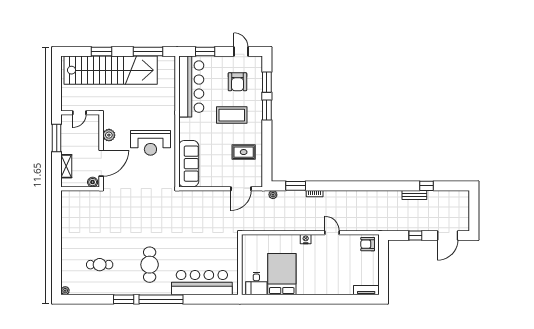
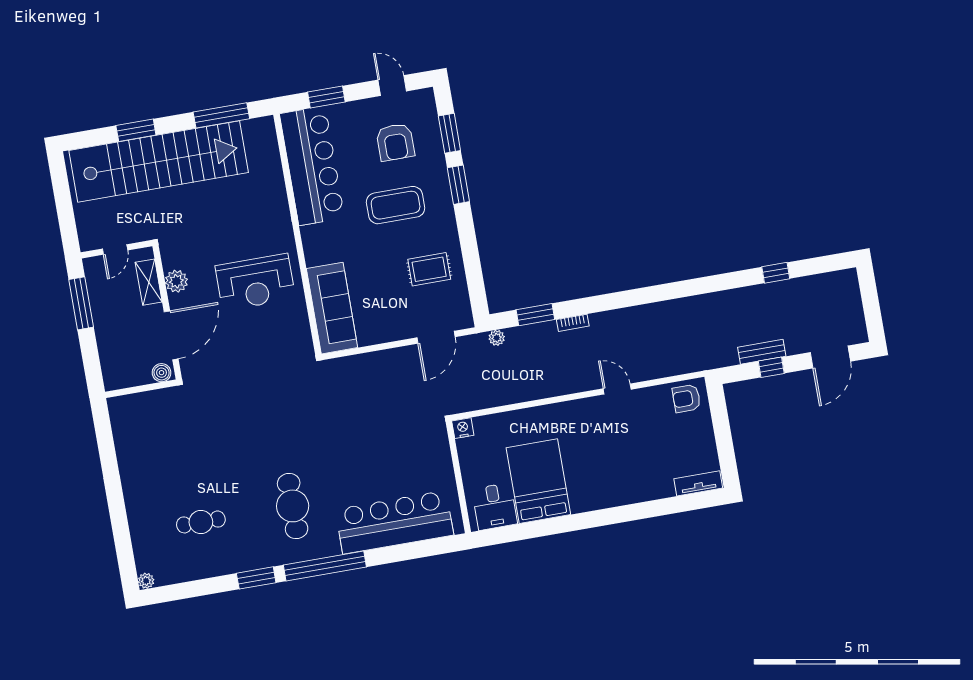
shelving: (66, 166) -> (149, 282), moved
bench: (414, 195) -> (762, 352), moved
nightstand: (306, 239) -> (463, 428), moved

